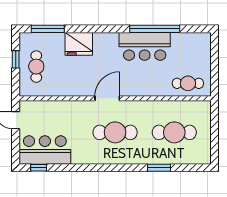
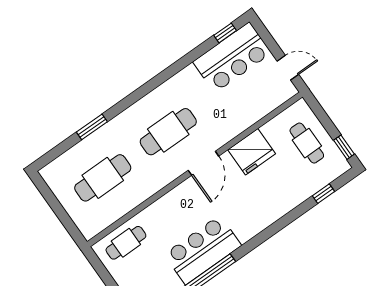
window: (48, 29) -> (324, 194), width x0.46
fridge: (79, 44) -> (252, 152), moved, turned 180
window: (16, 59) -> (344, 147), moved

